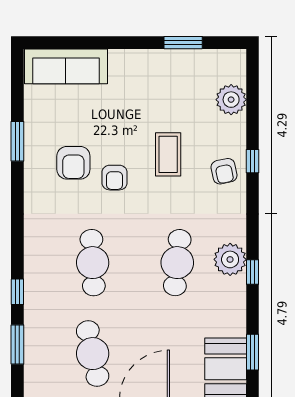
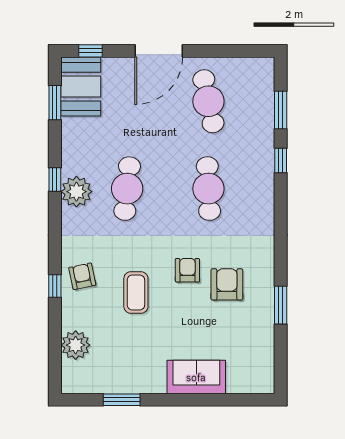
sofa: (66, 66) -> (196, 377), moved, width x0.73

